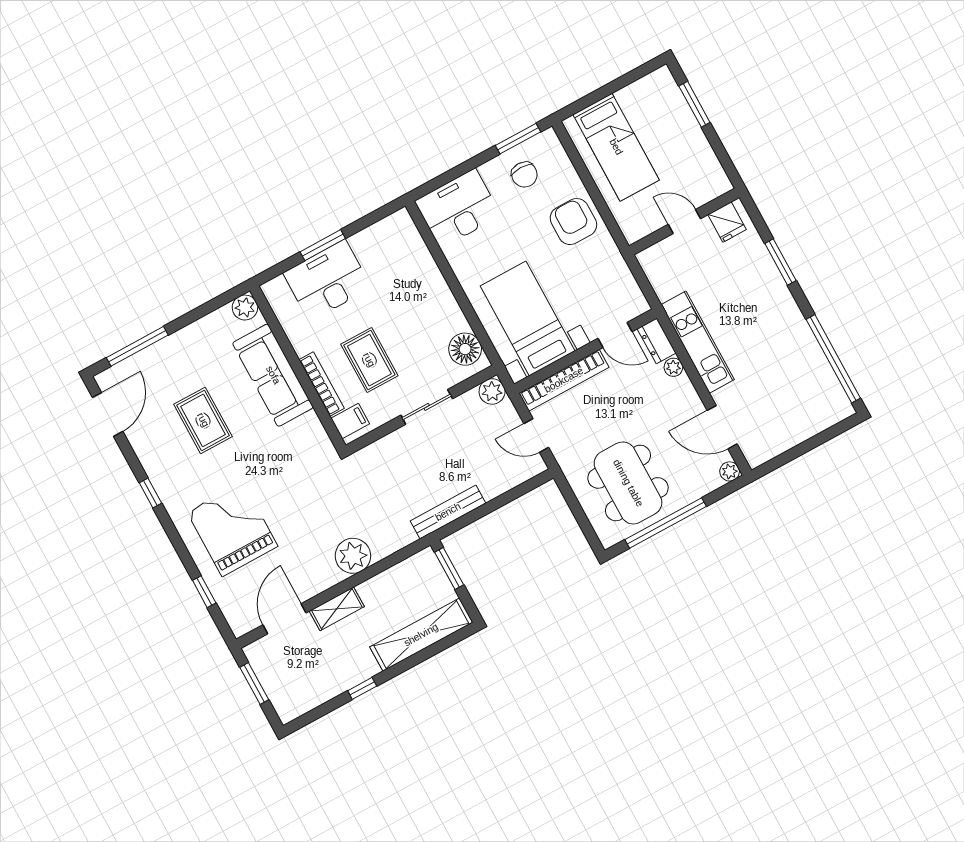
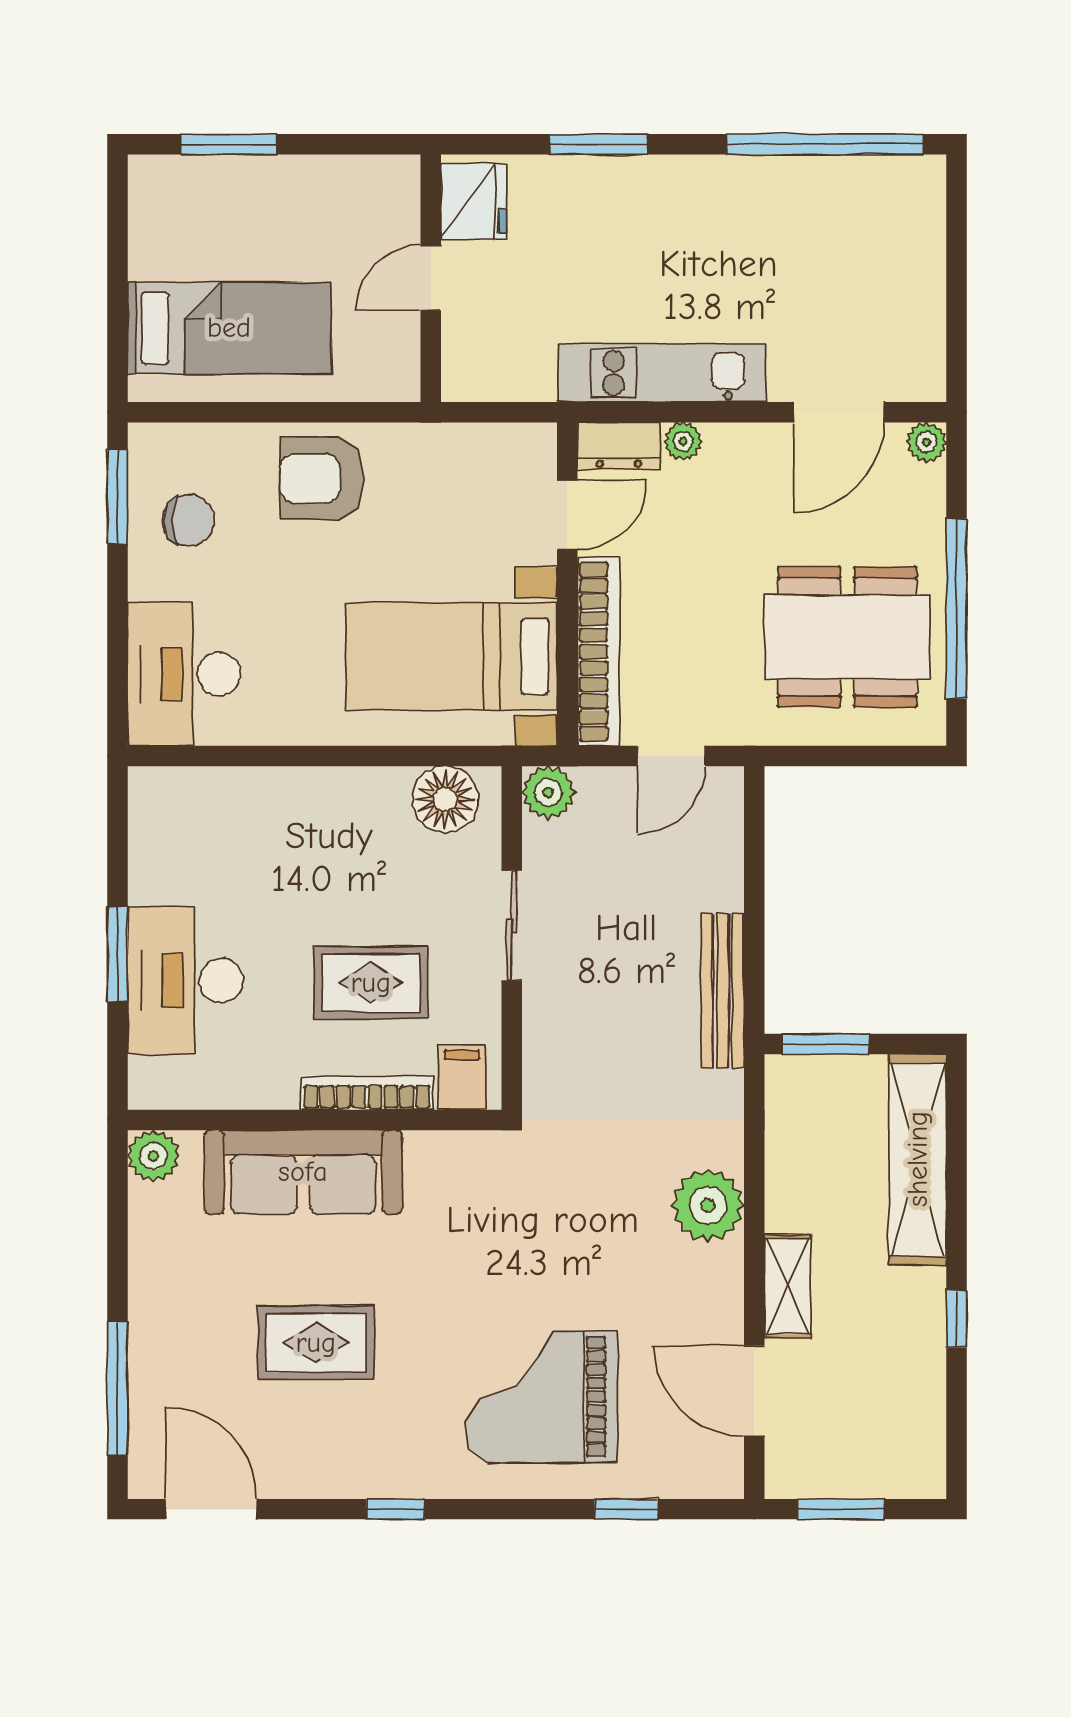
fridge: (727, 222) -> (474, 201), width x1.38

